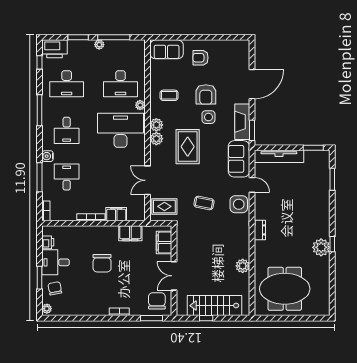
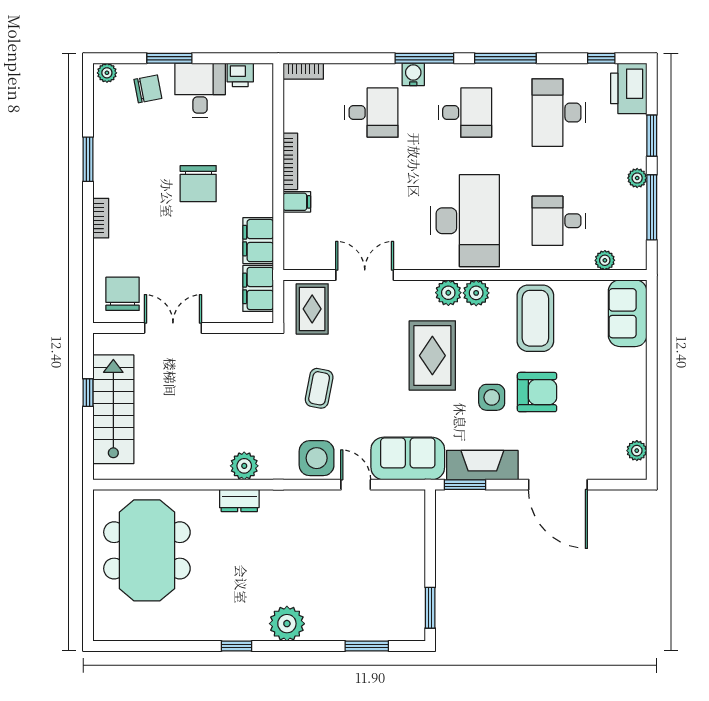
plant: (235, 45) -> (637, 451), added
armchair: (201, 58) -> (611, 381), removed
desk: (120, 84) -> (559, 221), width x0.73
armchair: (206, 94) -> (537, 392), turned 180
coffee table: (169, 95) -> (535, 318), width x1.86, depth x1.72
plant: (140, 105) -> (605, 260), moved
desk: (67, 130) -> (465, 113), turned 180
rug: (188, 147) -> (432, 356), turned 90
tv unit: (279, 156) -> (413, 539), removed
window: (40, 177) -> (424, 58), moved
door: (252, 185) -> (356, 485), swing flipped
filing cabinet: (116, 214) -> (297, 202), width x0.50
dresser: (260, 230) -> (239, 501), moved
filing cabinet: (164, 243) -> (258, 288), moved, turned -90
plant: (321, 247) -> (287, 624), moved
chair: (102, 263) -> (198, 184), turned -90
plant: (243, 266) -> (244, 466), moved
chair: (157, 301) -> (123, 294), turned -90
window: (152, 318) -> (88, 159), moved

